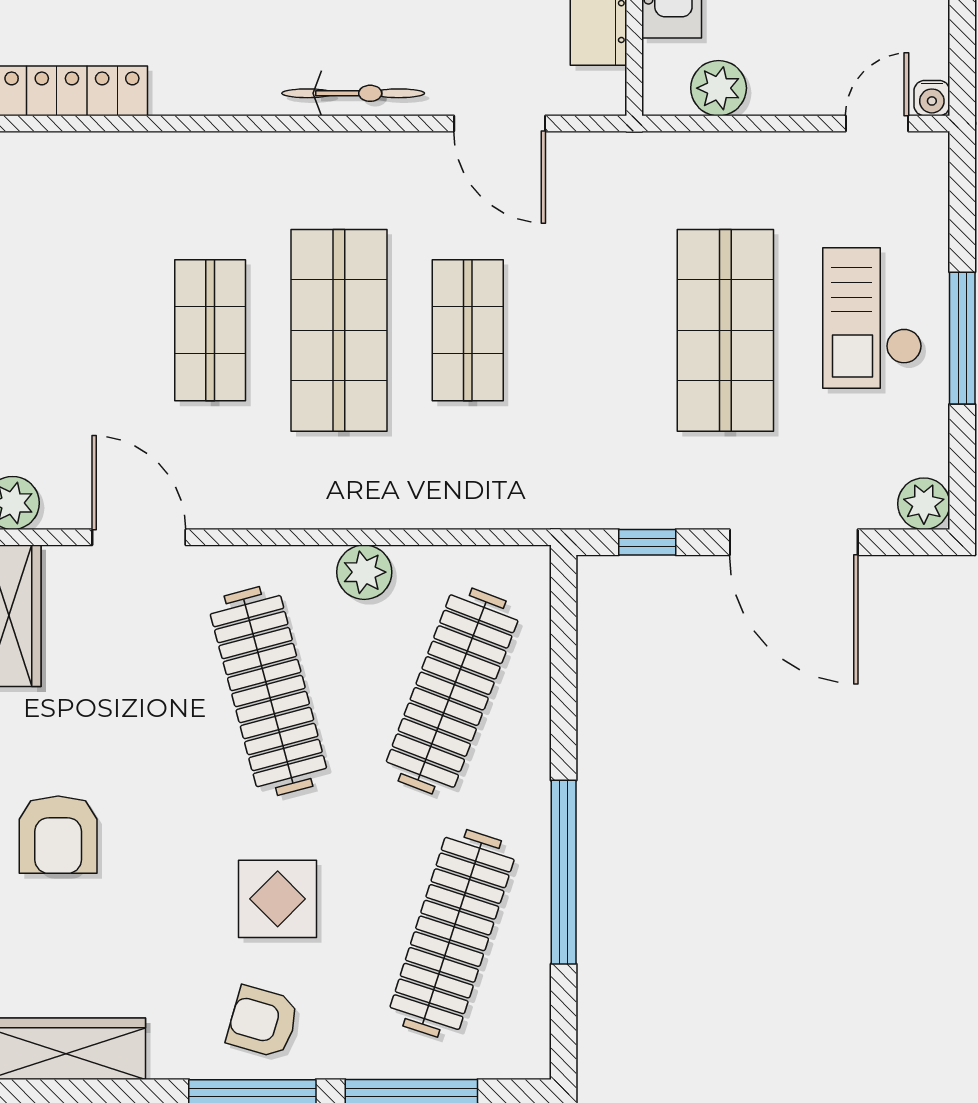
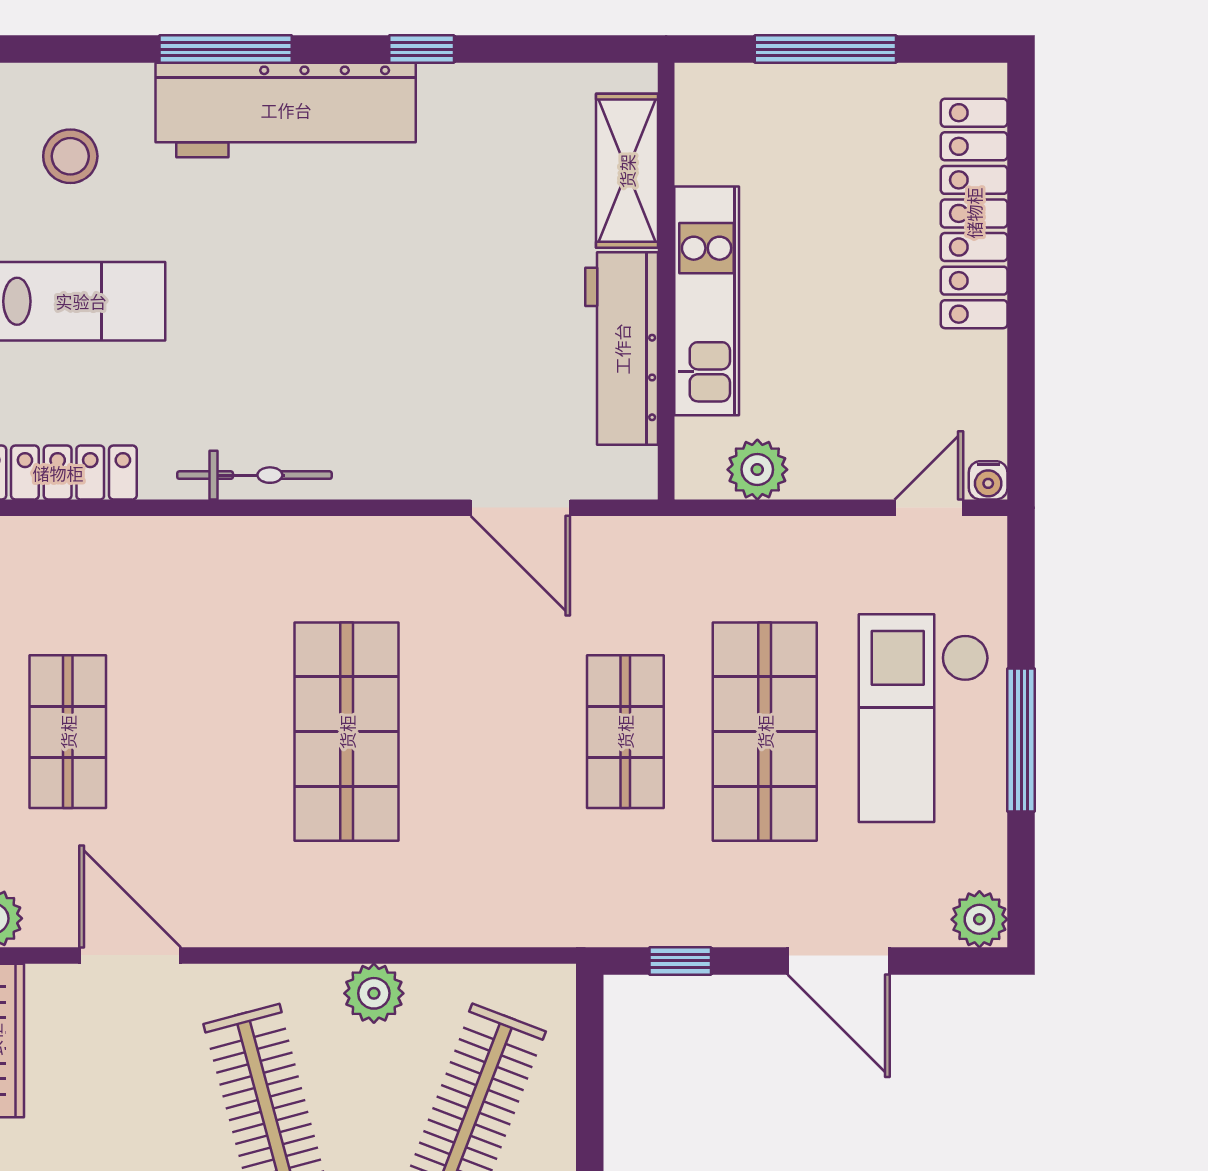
bicycle: (353, 93) -> (254, 475), moved
checkout: (872, 318) -> (924, 718), width x1.36, depth x1.21
shop shelf: (210, 330) -> (68, 732), moved
shop shelf: (468, 330) -> (625, 732), moved
door: (794, 542) -> (839, 961), width x0.73

